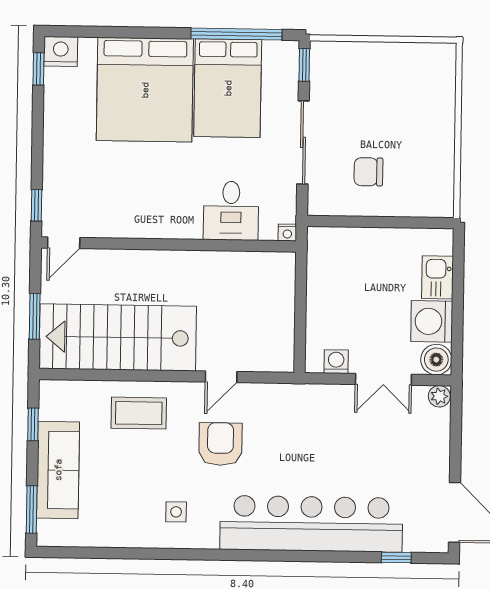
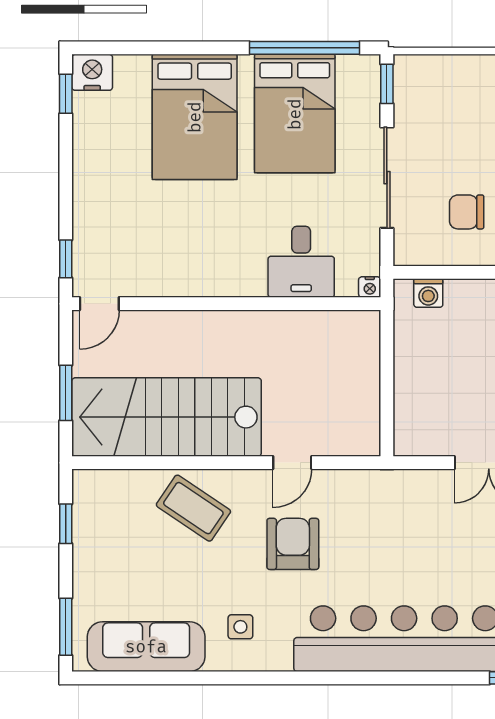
bed: (145, 90) -> (195, 117), width x0.73
washing machine: (336, 362) -> (428, 293), moved, turned 180
coffee table: (139, 413) -> (193, 508), turned 34
sofa: (58, 470) -> (146, 647), moved, turned -90

